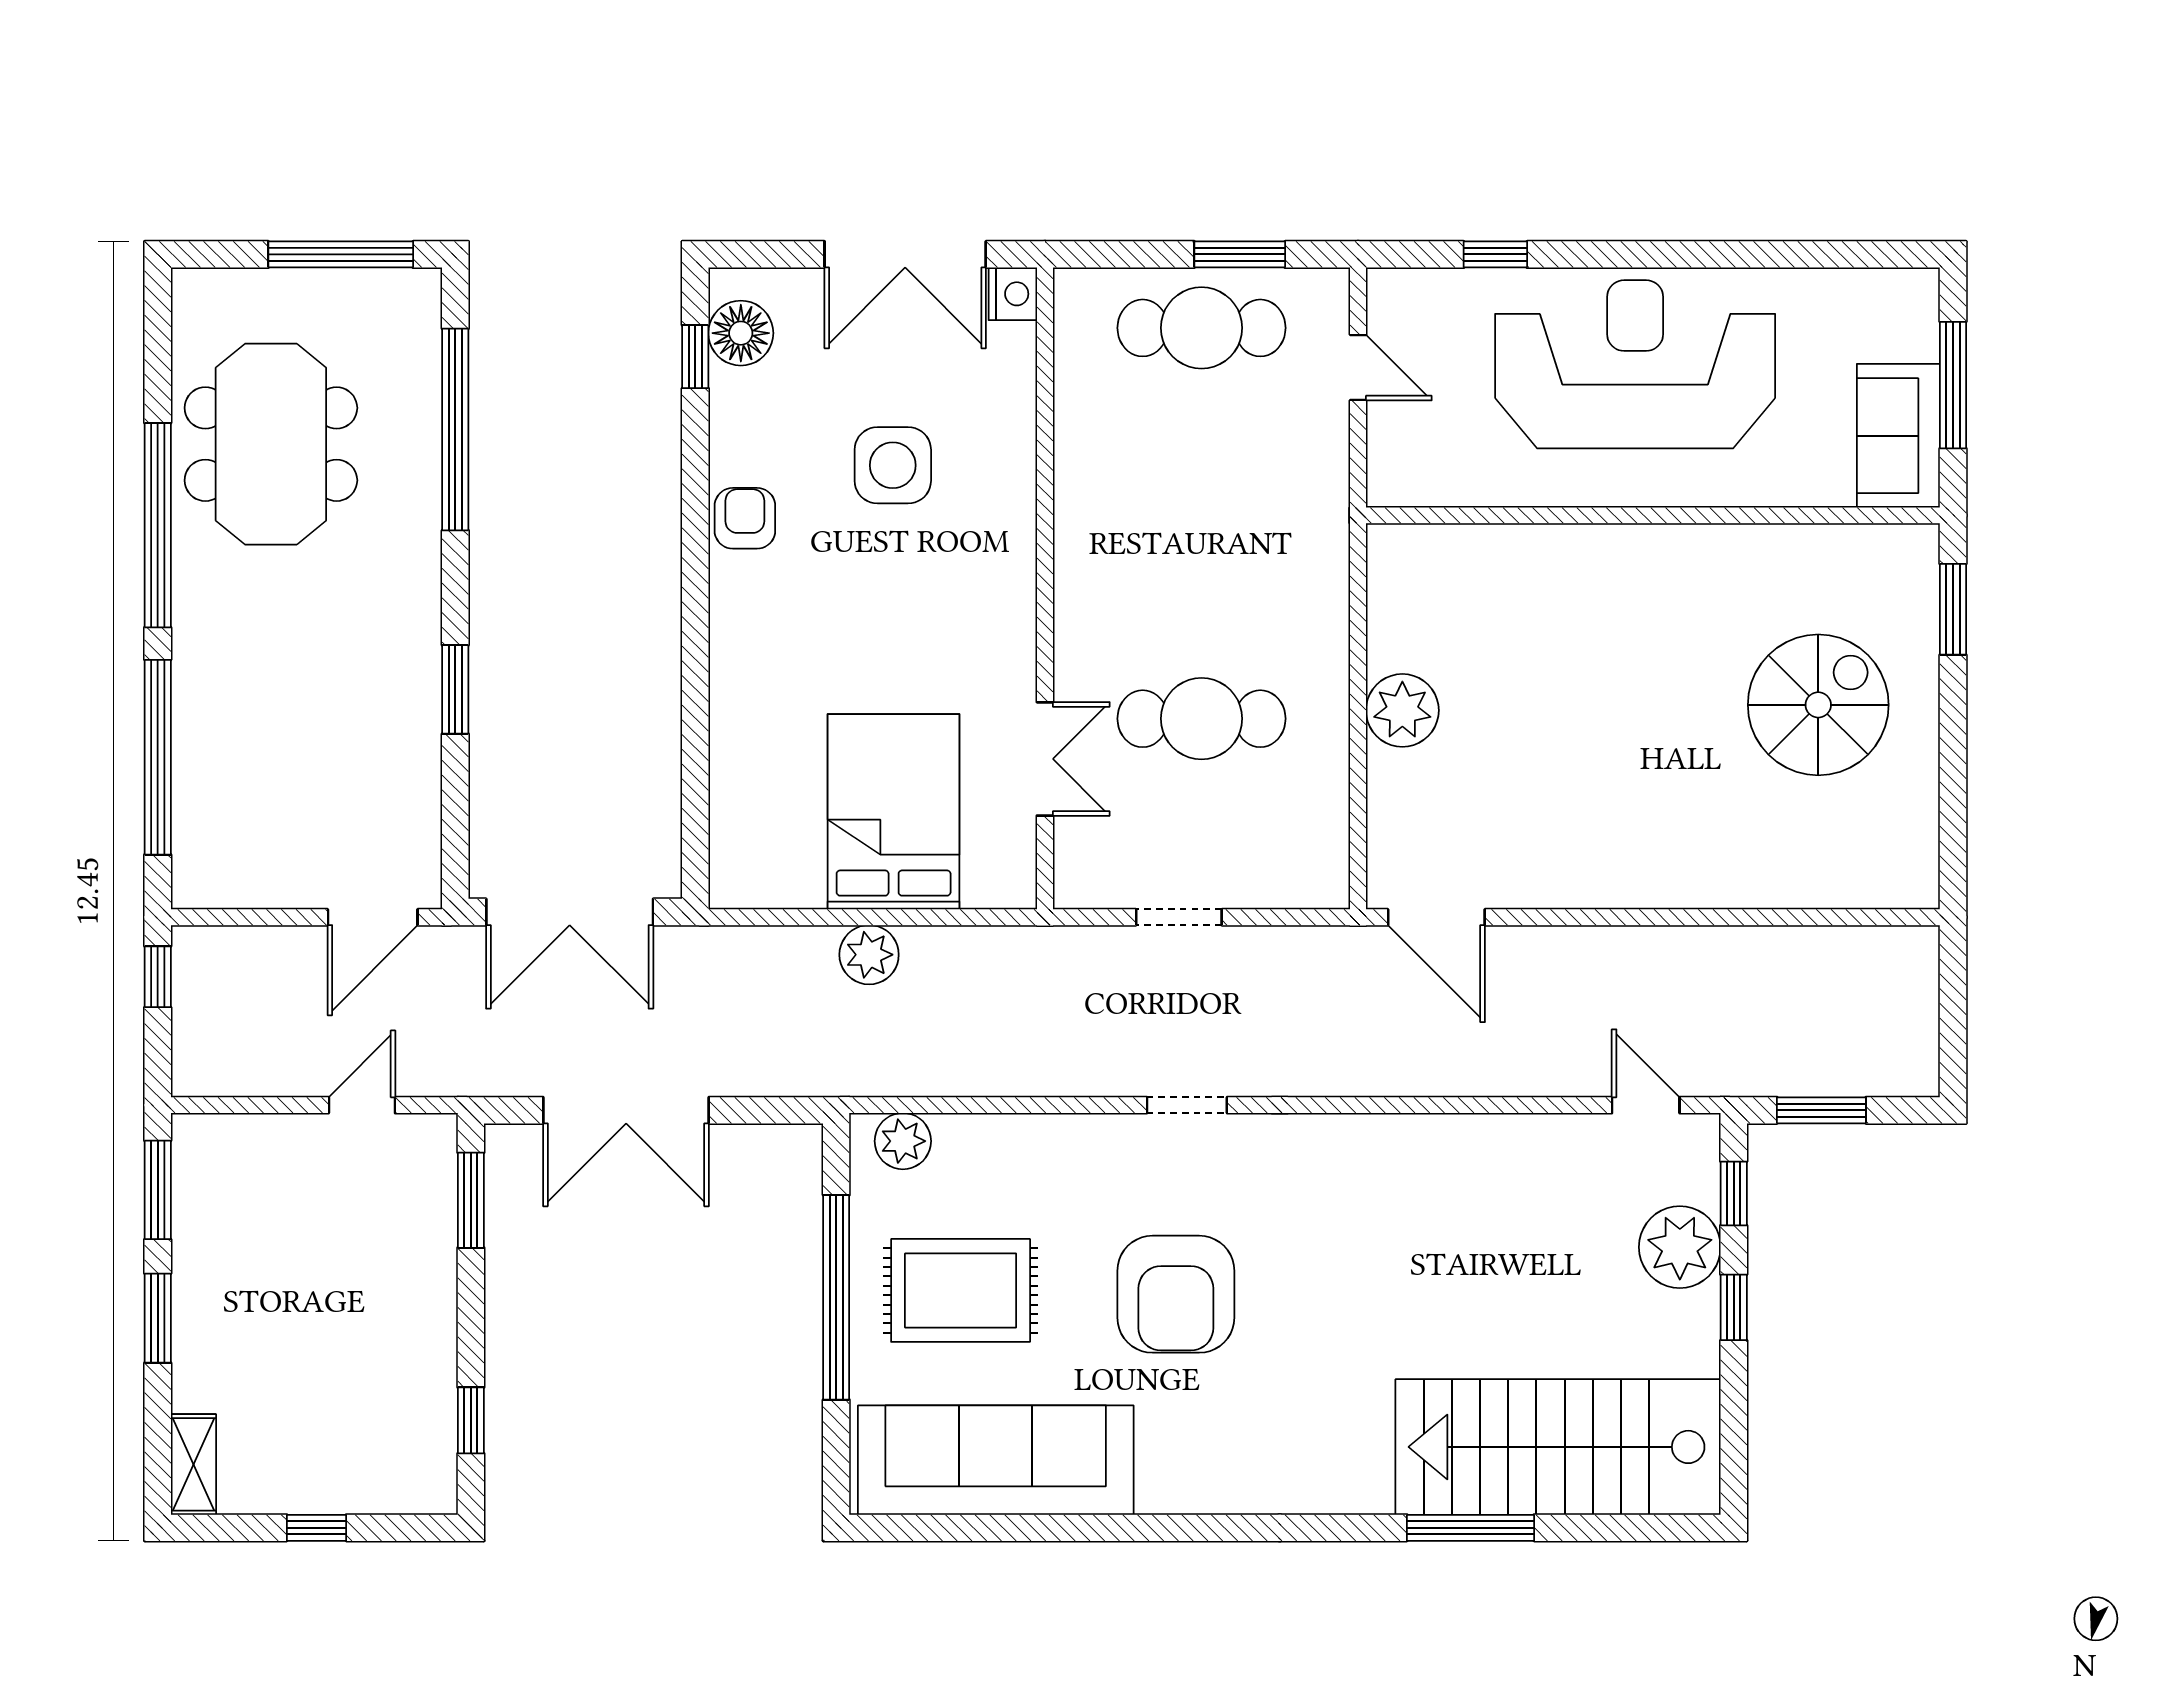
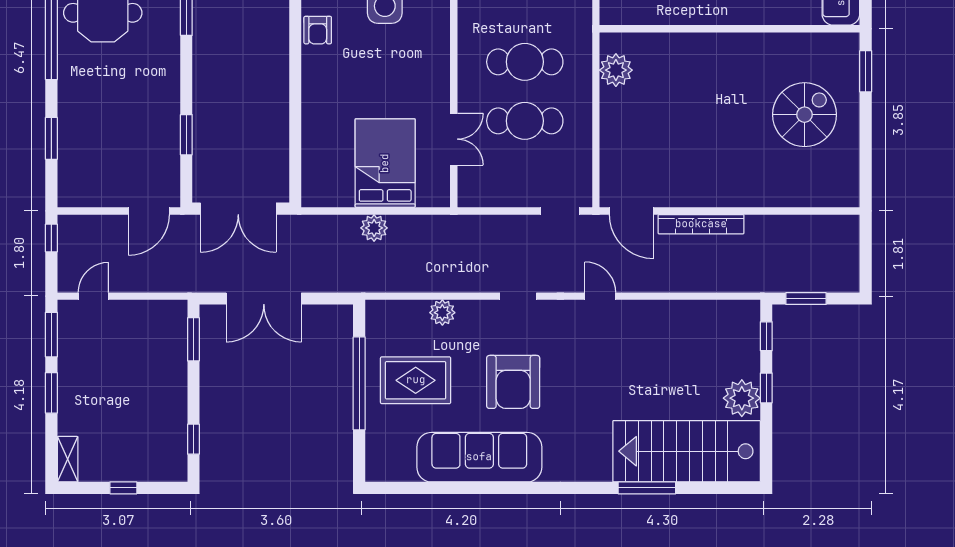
armchair: (745, 518) -> (318, 30), turned 180
cafe table: (1201, 588) -> (525, 62), added
window: (455, 689) -> (186, 135), moved
plant: (1402, 710) -> (616, 70), moved
window: (158, 757) -> (51, 138), width x0.47
doorway: (1179, 917) -> (560, 211), moved
bookcase: (1590, 947) -> (701, 224), added
door: (362, 1105) -> (93, 296), moved
door: (1646, 1105) -> (600, 296), moved
plant: (903, 1141) -> (442, 313), moved
plant: (1680, 1247) -> (742, 398), moved
sofa: (996, 1460) -> (479, 457), moved

